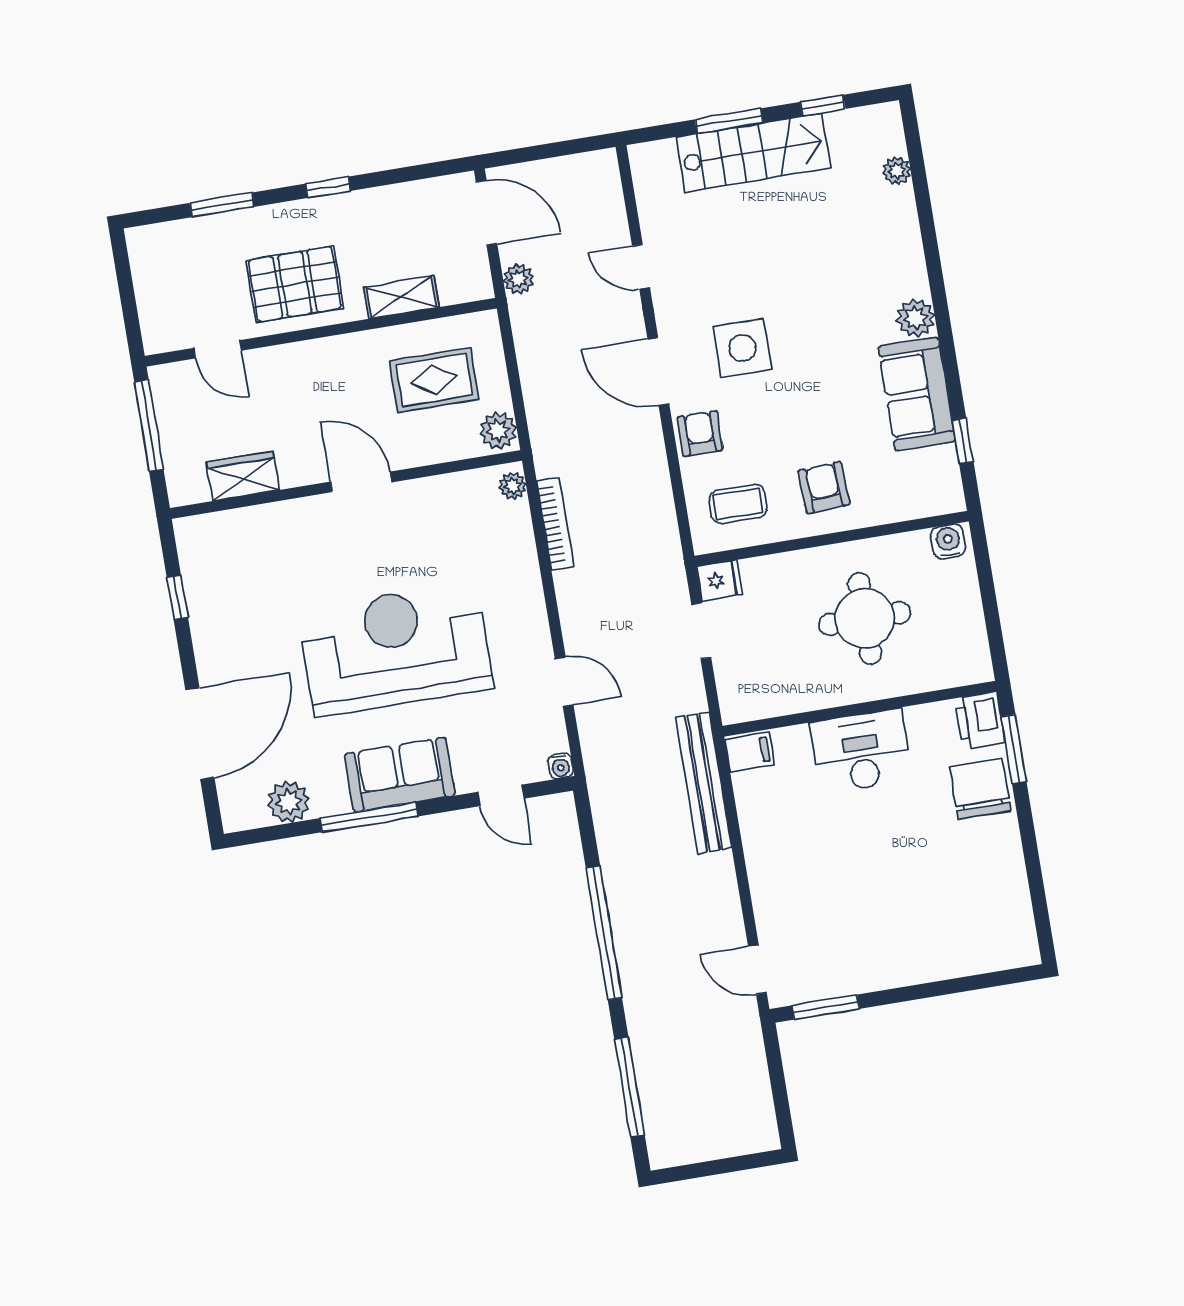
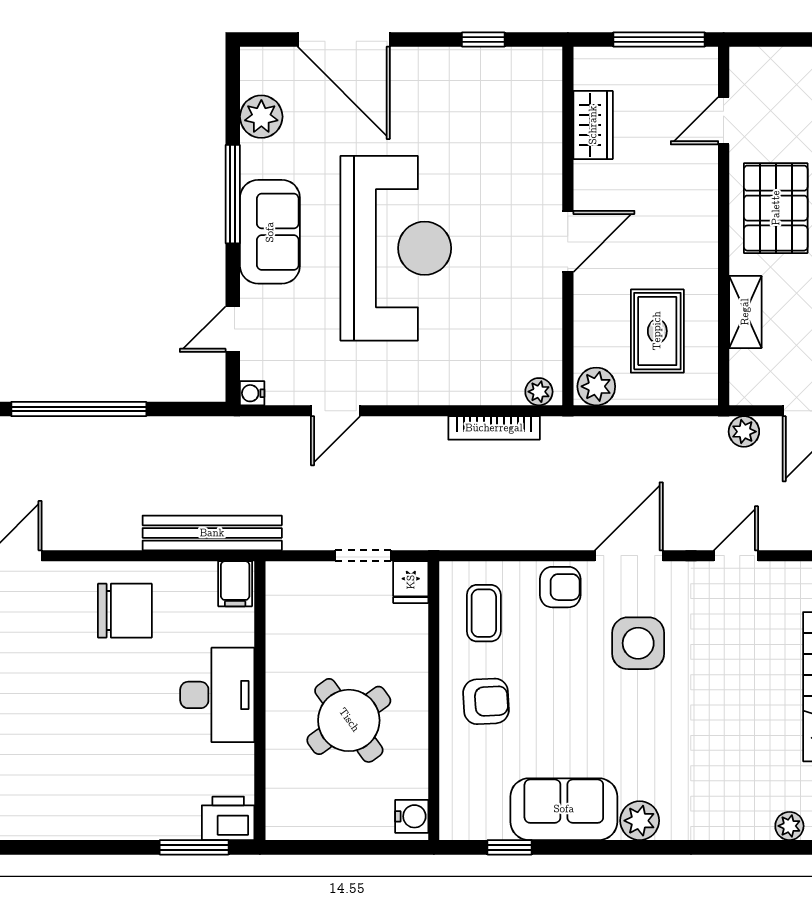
round table: (865, 619) -> (349, 720), turned -36
chair: (980, 789) -> (125, 611), moved

